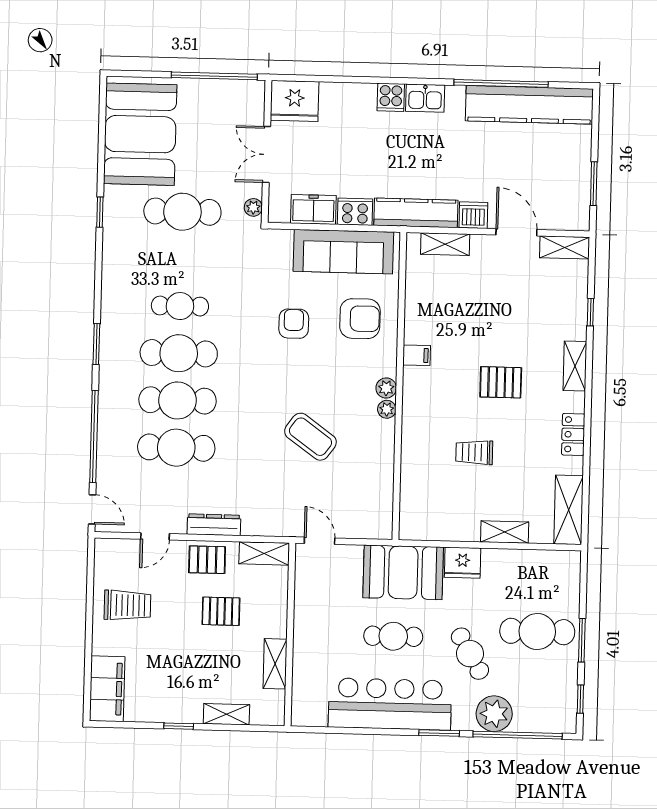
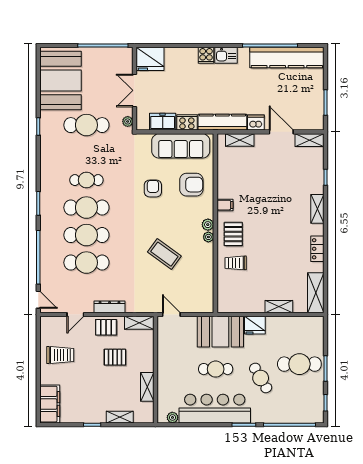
pallet: (501, 382) -> (233, 234), moved, turned 90
trolley: (474, 452) -> (236, 263), moved
plant: (494, 714) -> (172, 417), moved, width x0.53, depth x0.53

